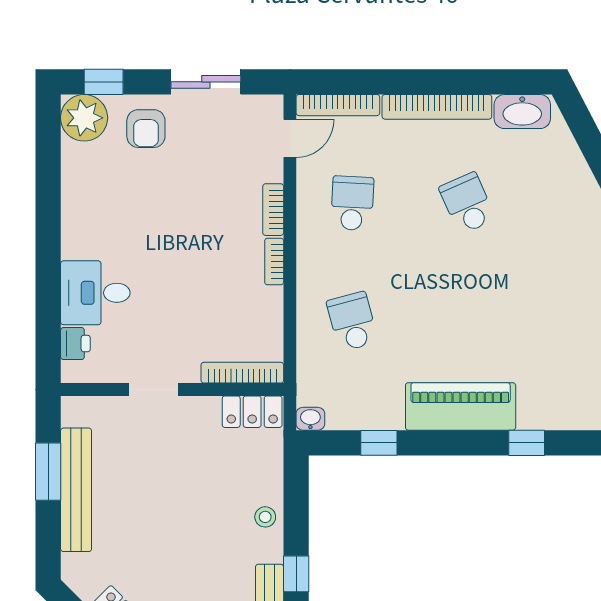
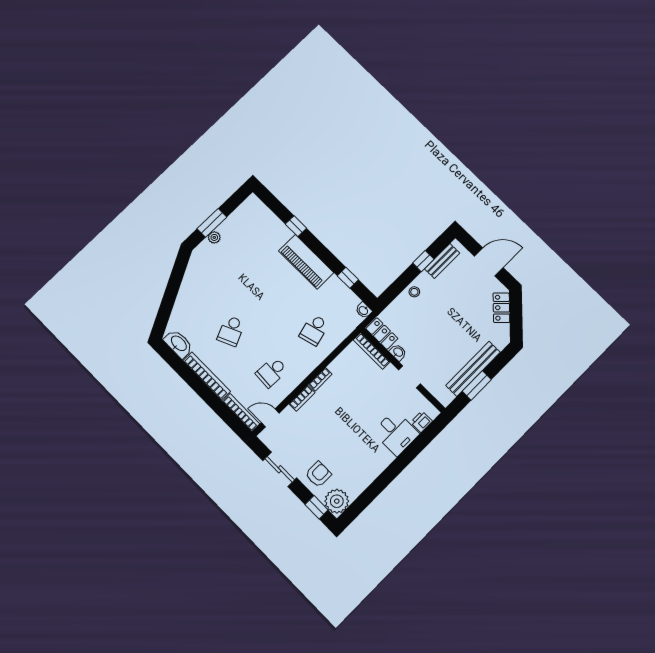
washbasin: (203, 408) -> (398, 352), added

